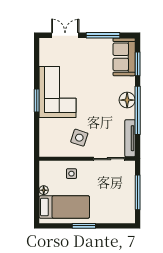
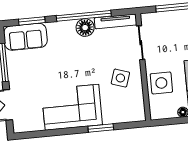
floor lamp: (127, 100) -> (85, 28), moved
window: (37, 101) -> (101, 128), moved
side table: (71, 174) -> (161, 83), width x1.87, depth x1.87

